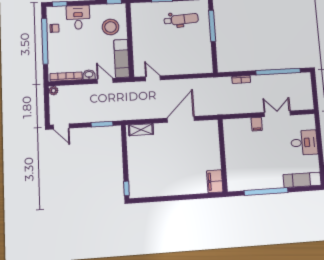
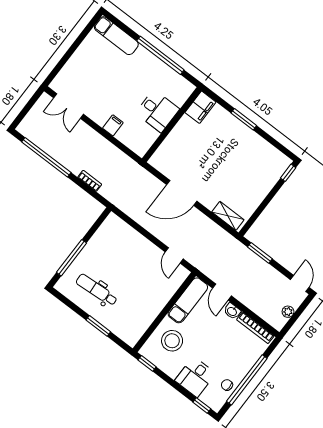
plant: (54, 91) -> (288, 312), moved
double door: (277, 114) -> (69, 106), moved
desk: (304, 143) -> (157, 111), moved, turned 180
window: (182, 197) -> (244, 119), added

